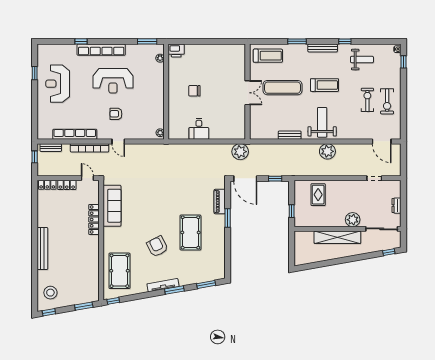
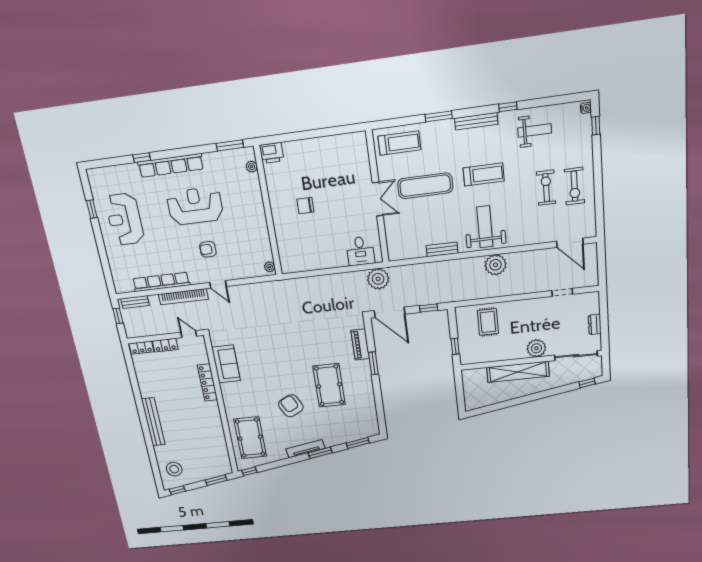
reception desk: (113, 81) -> (195, 206), turned 180
desk: (199, 129) -> (360, 251), moved
sofa: (112, 206) -> (226, 364), width x0.73

